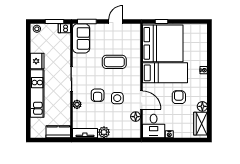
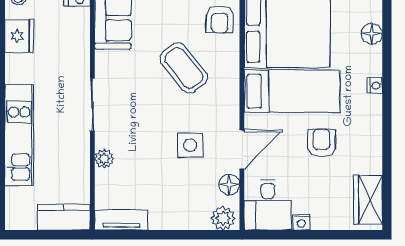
fridge: (37, 61) -> (19, 36), moved
coffee table: (114, 62) -> (184, 68), turned 51
armchair: (98, 95) -> (220, 19), moved
door: (142, 100) -> (242, 149), hinge flipped
floor lamp: (202, 106) -> (372, 34), moved
plant: (104, 132) -> (223, 218), moved

